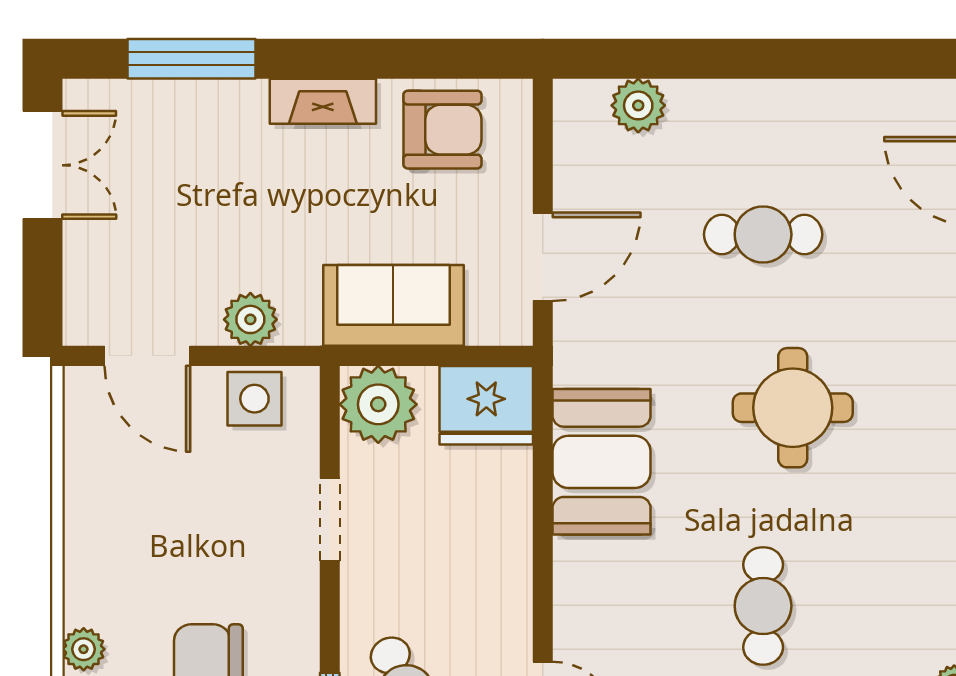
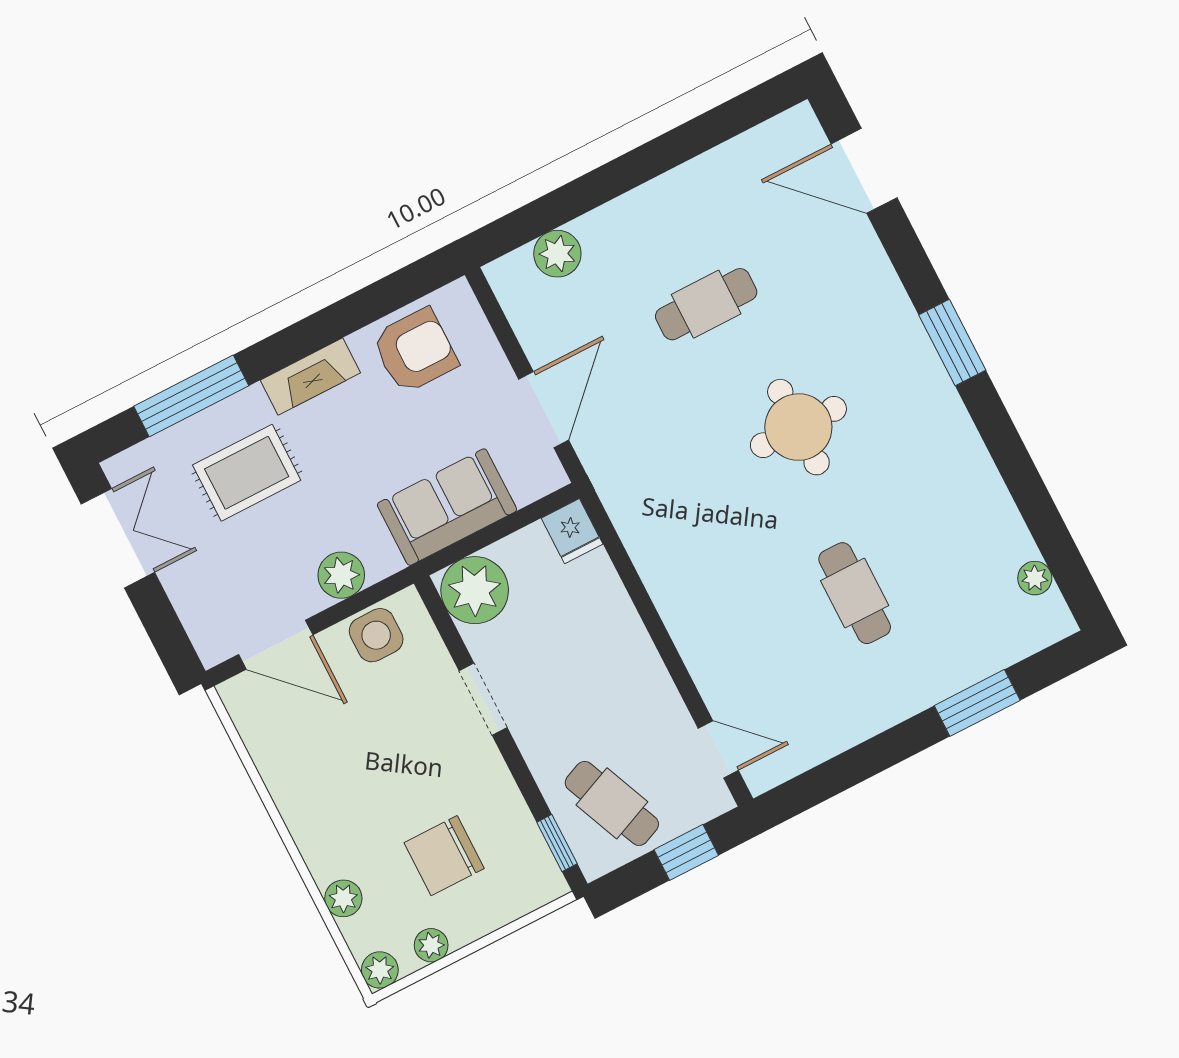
rug: (208, 166) -> (247, 473), added
fridge: (486, 405) -> (572, 531), width x0.53, depth x0.75
booth: (602, 462) -> (671, 546), removed

